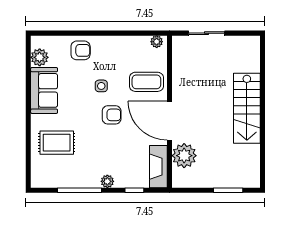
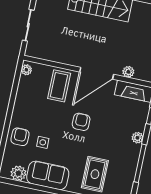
side table: (101, 86) -> (43, 142), moved
plant: (184, 156) -> (128, 72), width x0.53, depth x0.53

